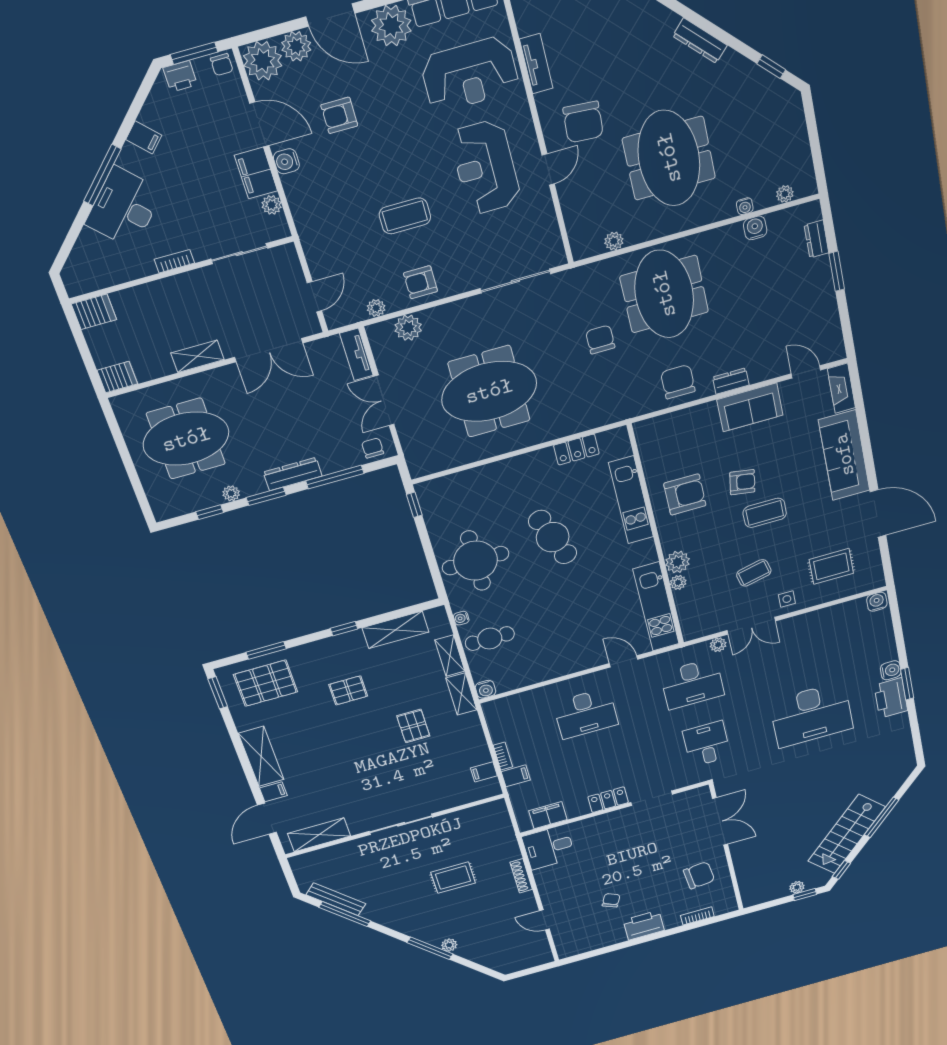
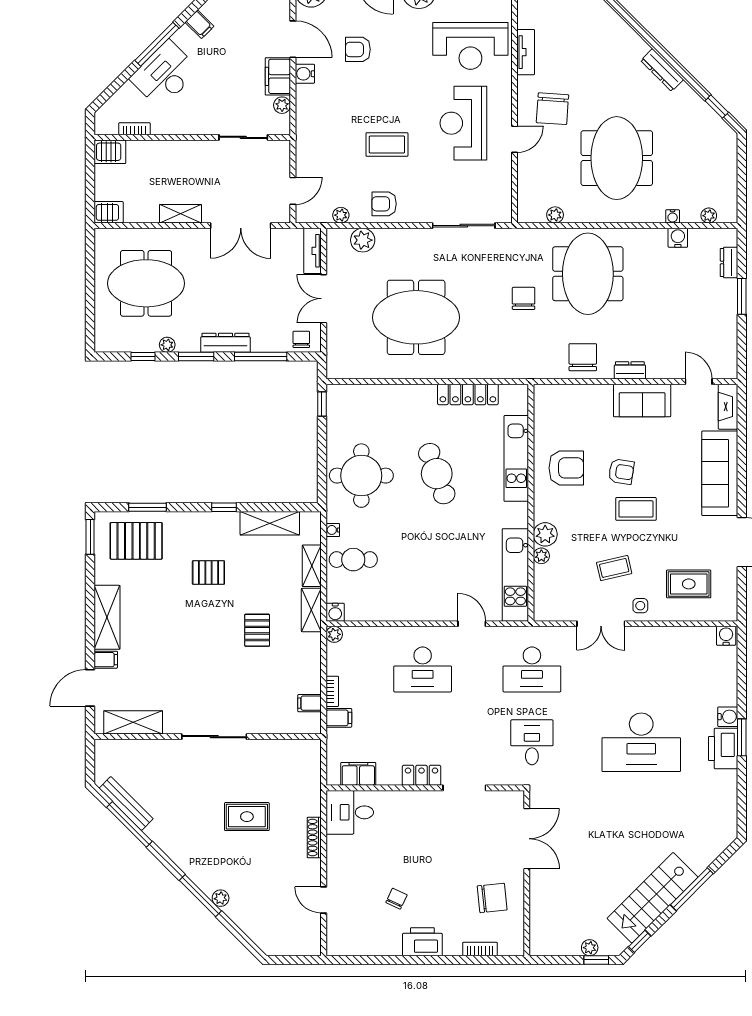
bookcase: (174, 261) -> (134, 129), moved
locker: (576, 450) -> (468, 394), width x1.53
plant: (718, 645) -> (334, 634), moved

